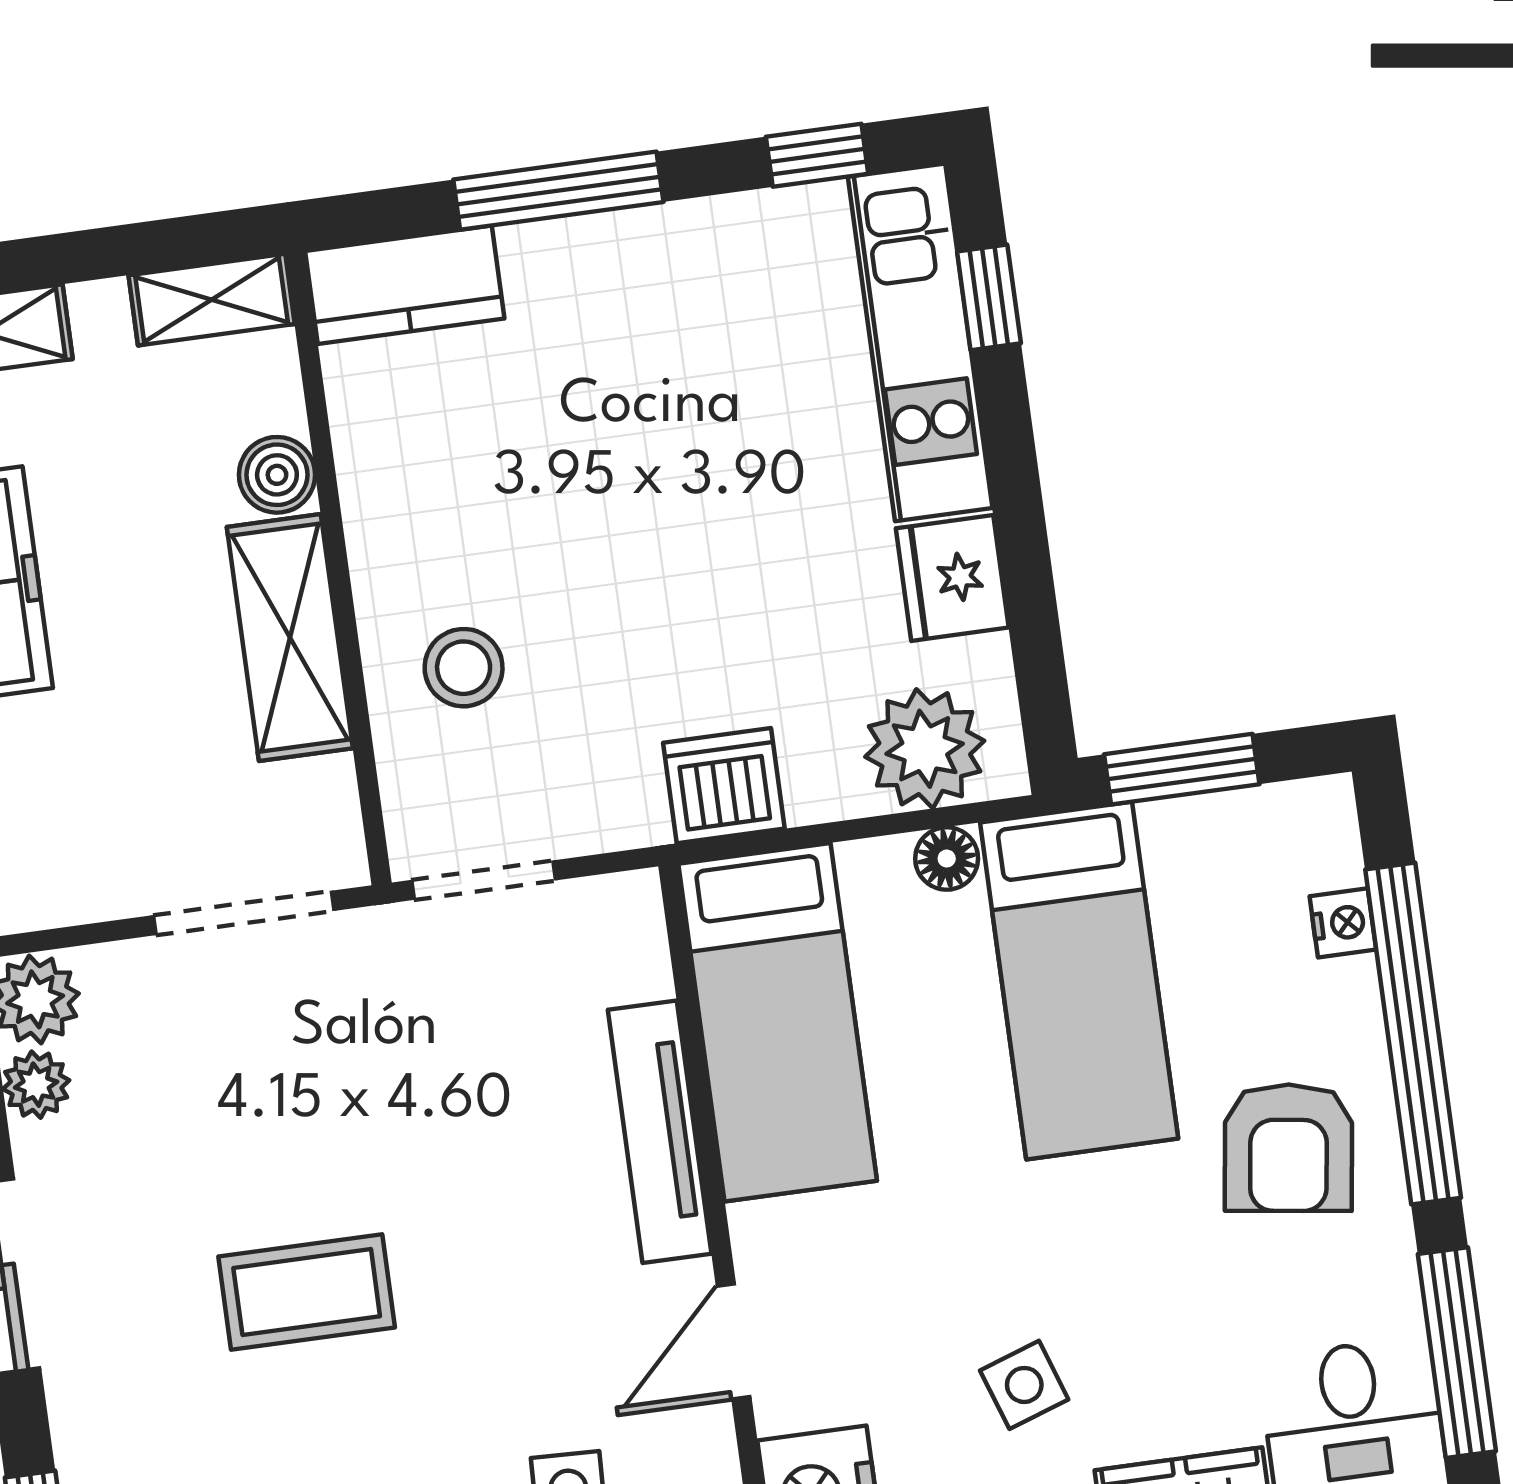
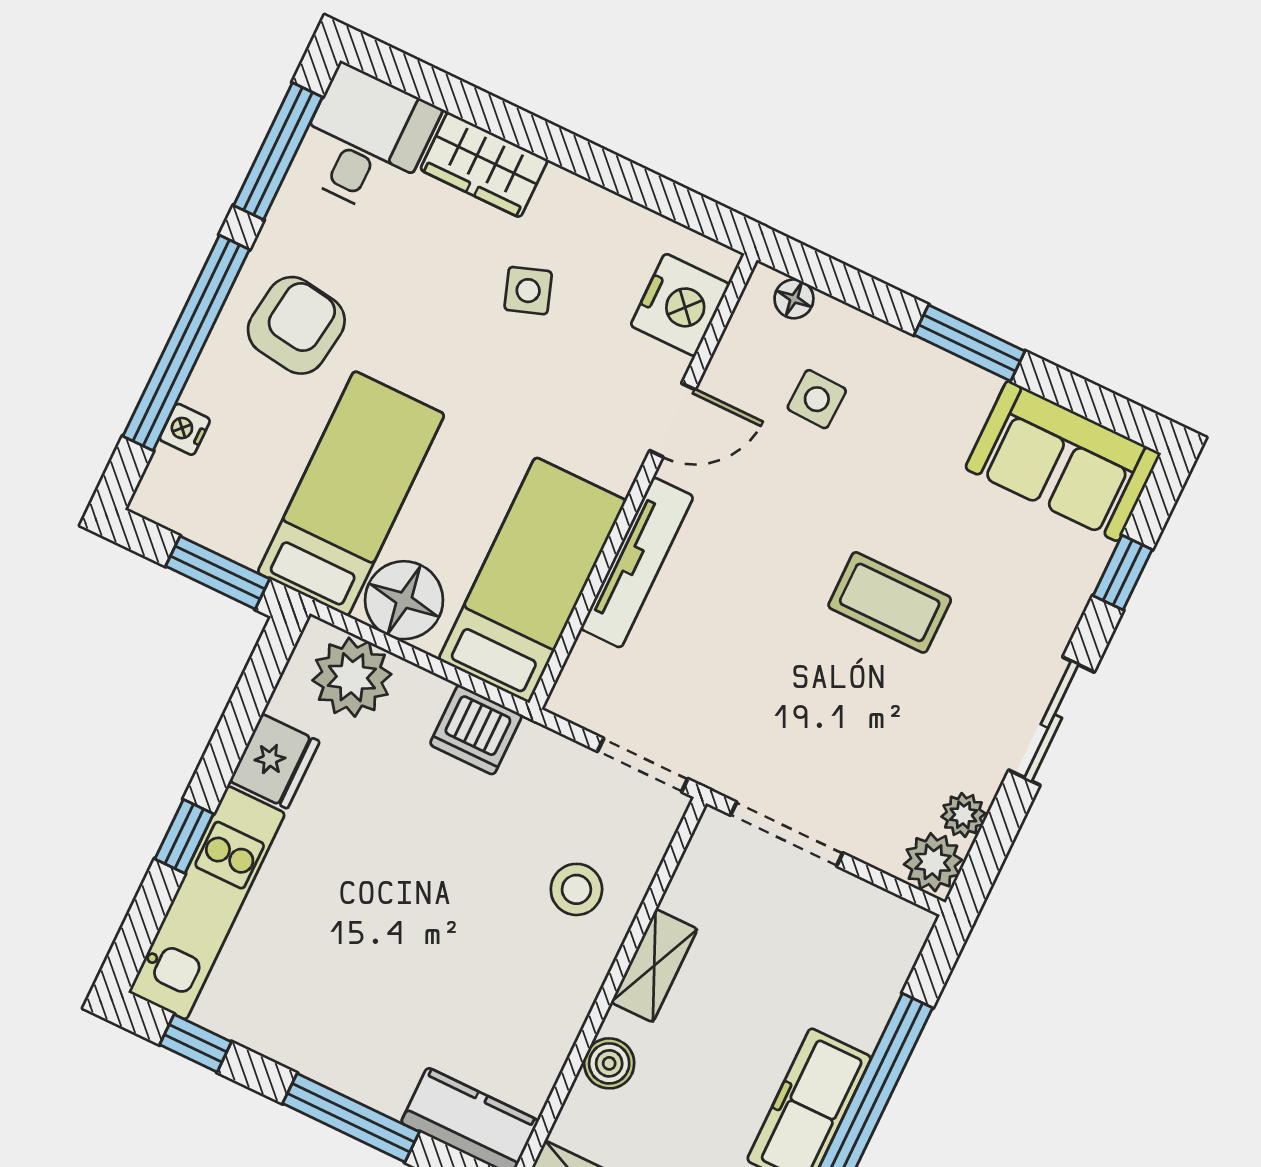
window: (989, 297) -> (184, 836), moved
shelving: (290, 638) -> (654, 966), width x0.67, depth x0.75
floor lamp: (947, 859) -> (404, 600), width x1.89, depth x1.89

